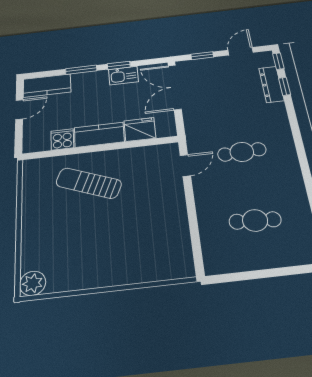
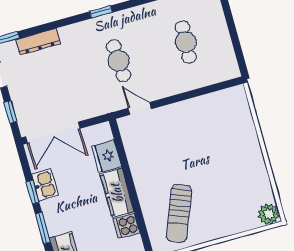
window: (285, 86) -> (101, 12), moved
sun lounger: (89, 183) -> (179, 213), moved

